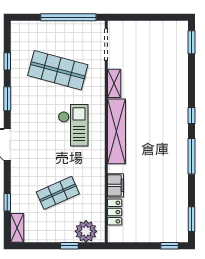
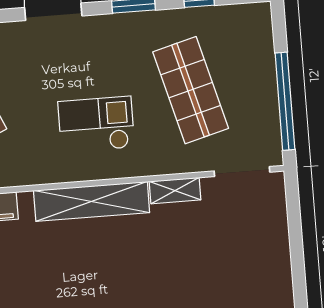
shop shelf: (58, 70) -> (191, 90), turned -30
checkout: (73, 125) -> (96, 124), turned 180

